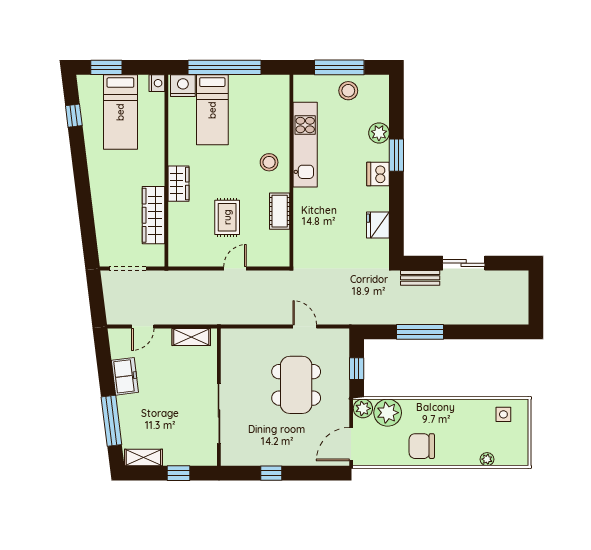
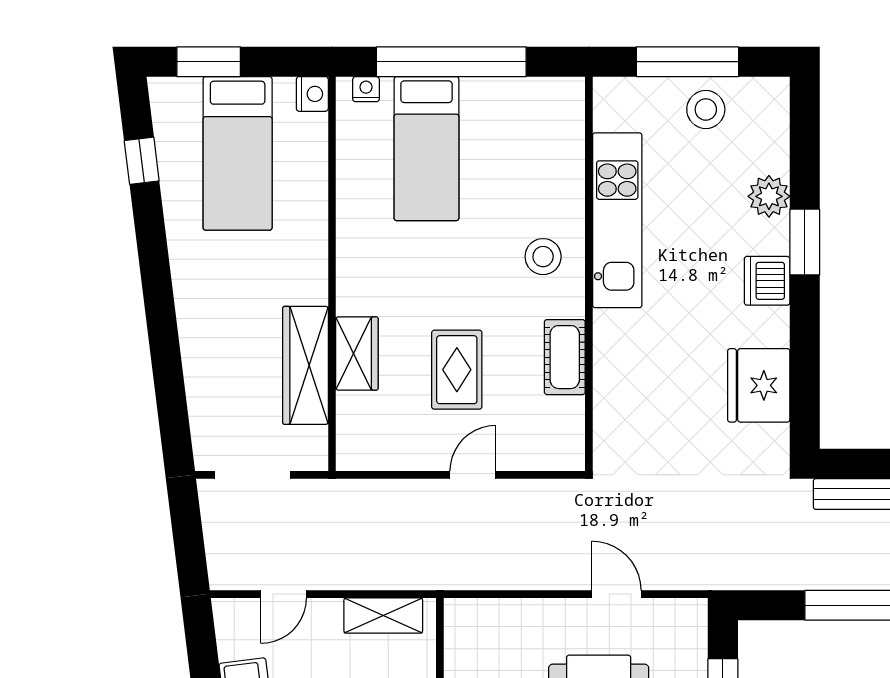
nightstand: (183, 86) -> (366, 89), width x0.53, depth x0.56
wardrobe: (179, 184) -> (357, 353), moved
fridge: (378, 225) -> (759, 385), width x1.36, depth x1.34

